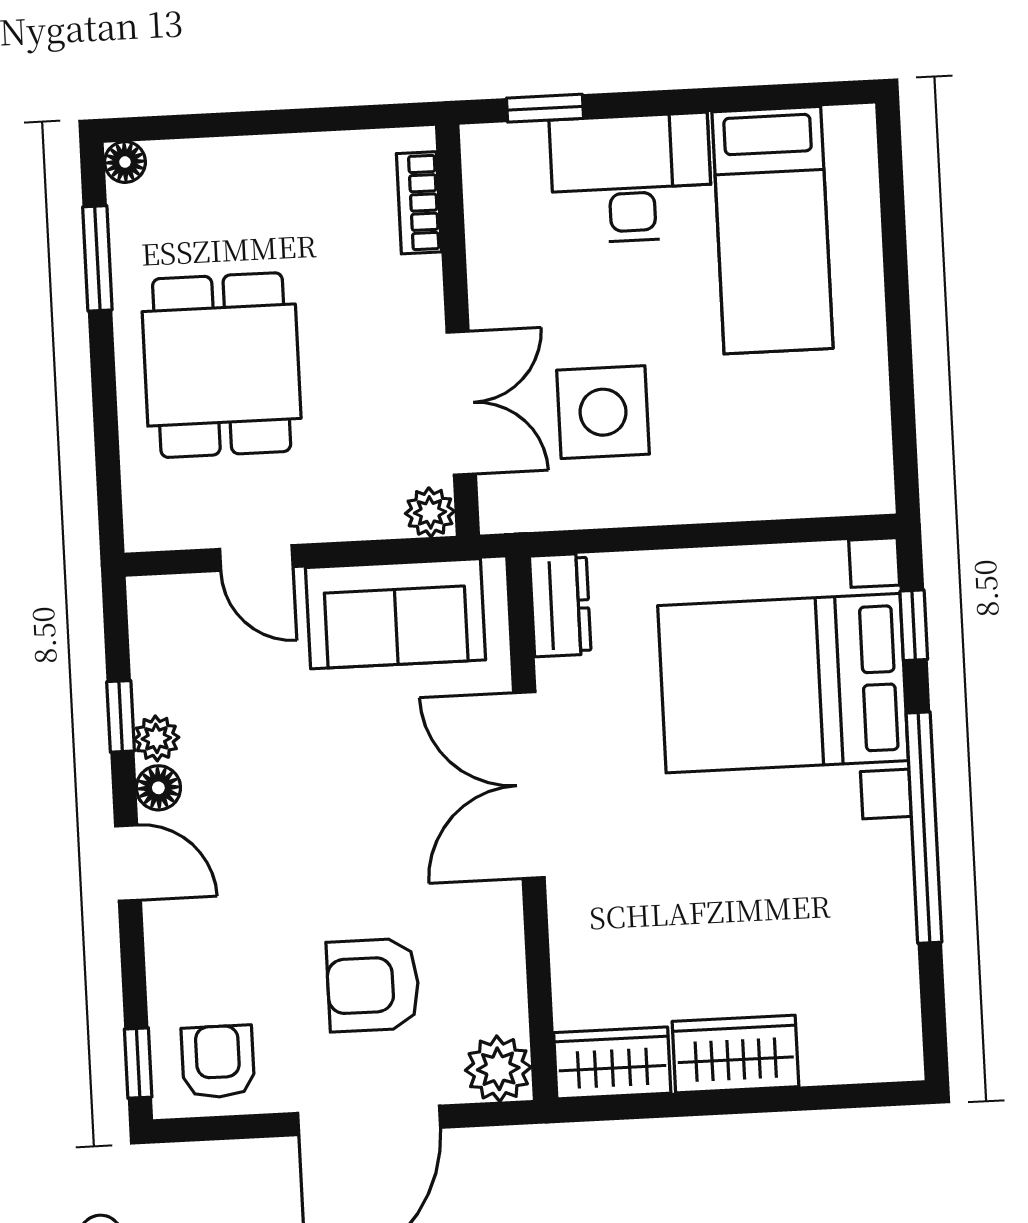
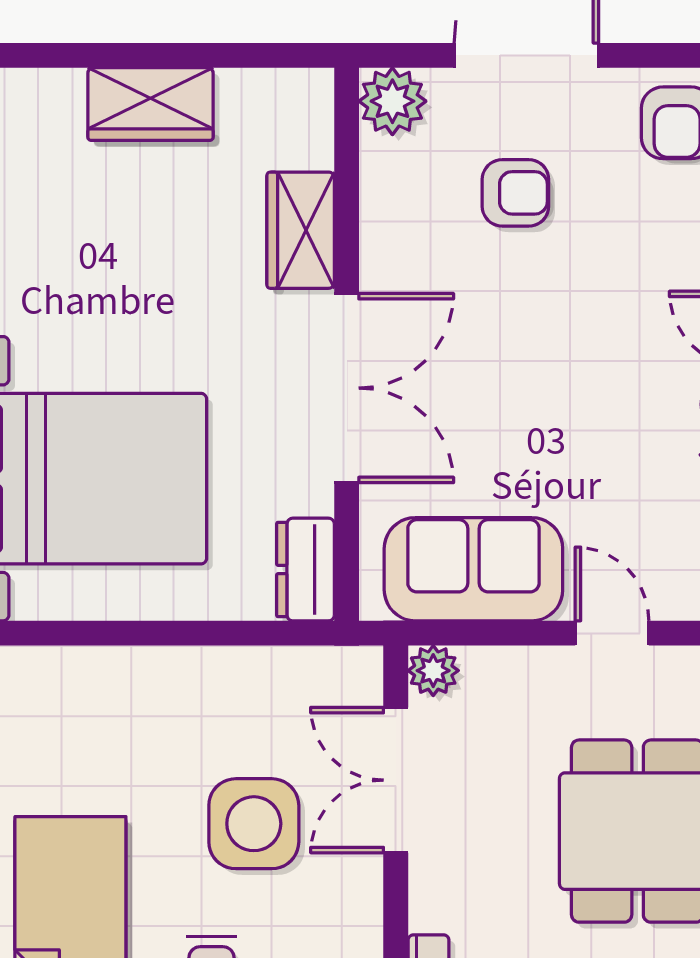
side table: (603, 412) -> (254, 824), moved
armchair: (373, 985) -> (515, 193), width x0.72, depth x0.72
wardrobe: (612, 1063) -> (301, 230), moved, turned 90

